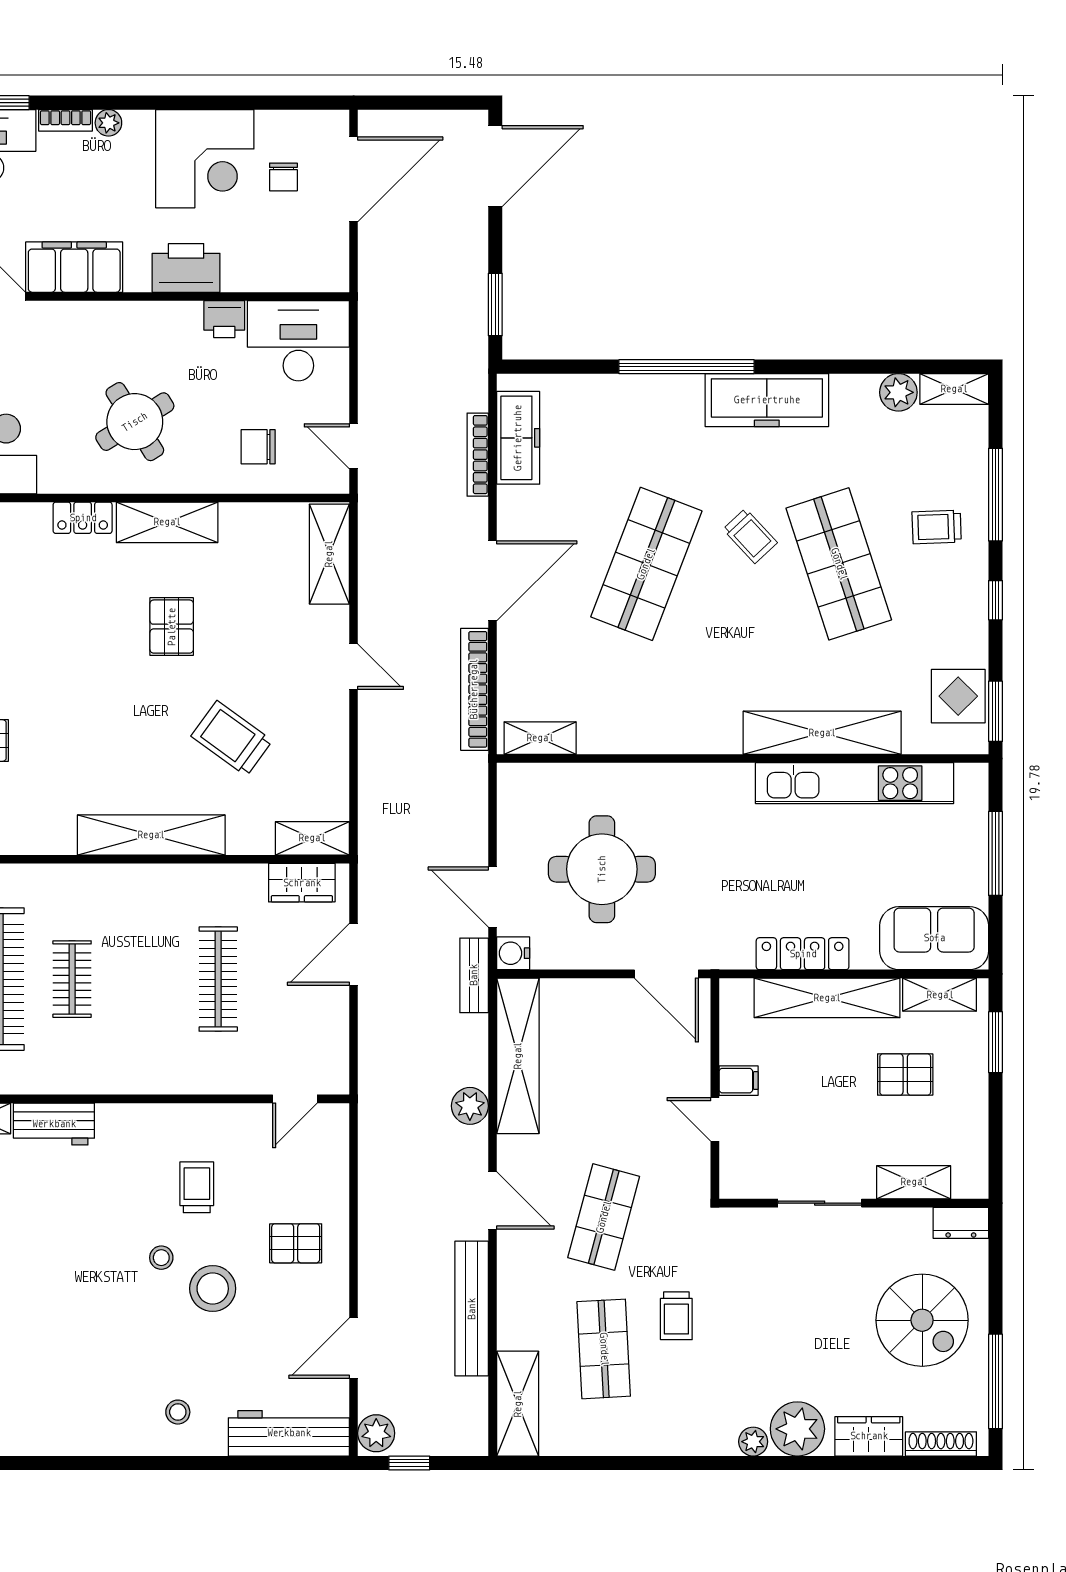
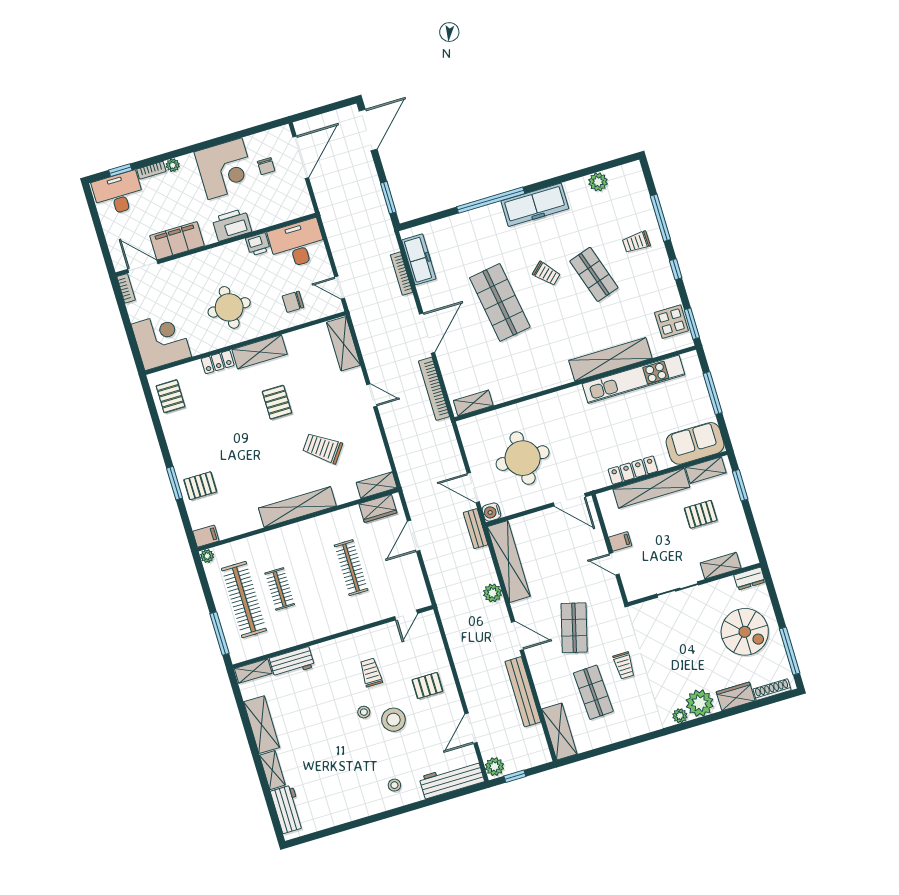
shelving: (954, 389) -> (625, 172), removed
round table: (135, 422) -> (229, 307), turned 32
shop shelf: (646, 564) -> (500, 302), turned -30
shop shelf: (839, 564) -> (594, 274), width x0.70, depth x0.74

